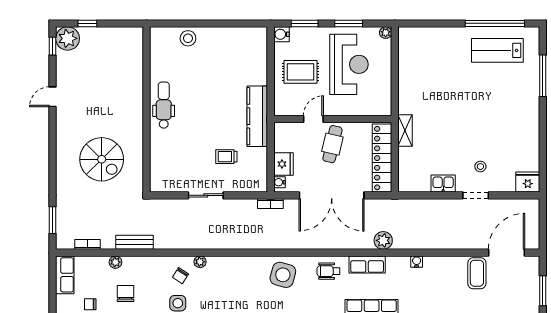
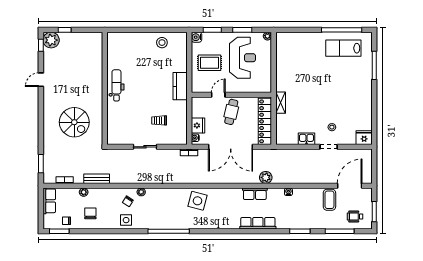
stool: (188, 38) -> (162, 43), moved
kitchen counter: (257, 116) -> (180, 86), width x0.67
wheelchair: (329, 271) -> (355, 217), moved

